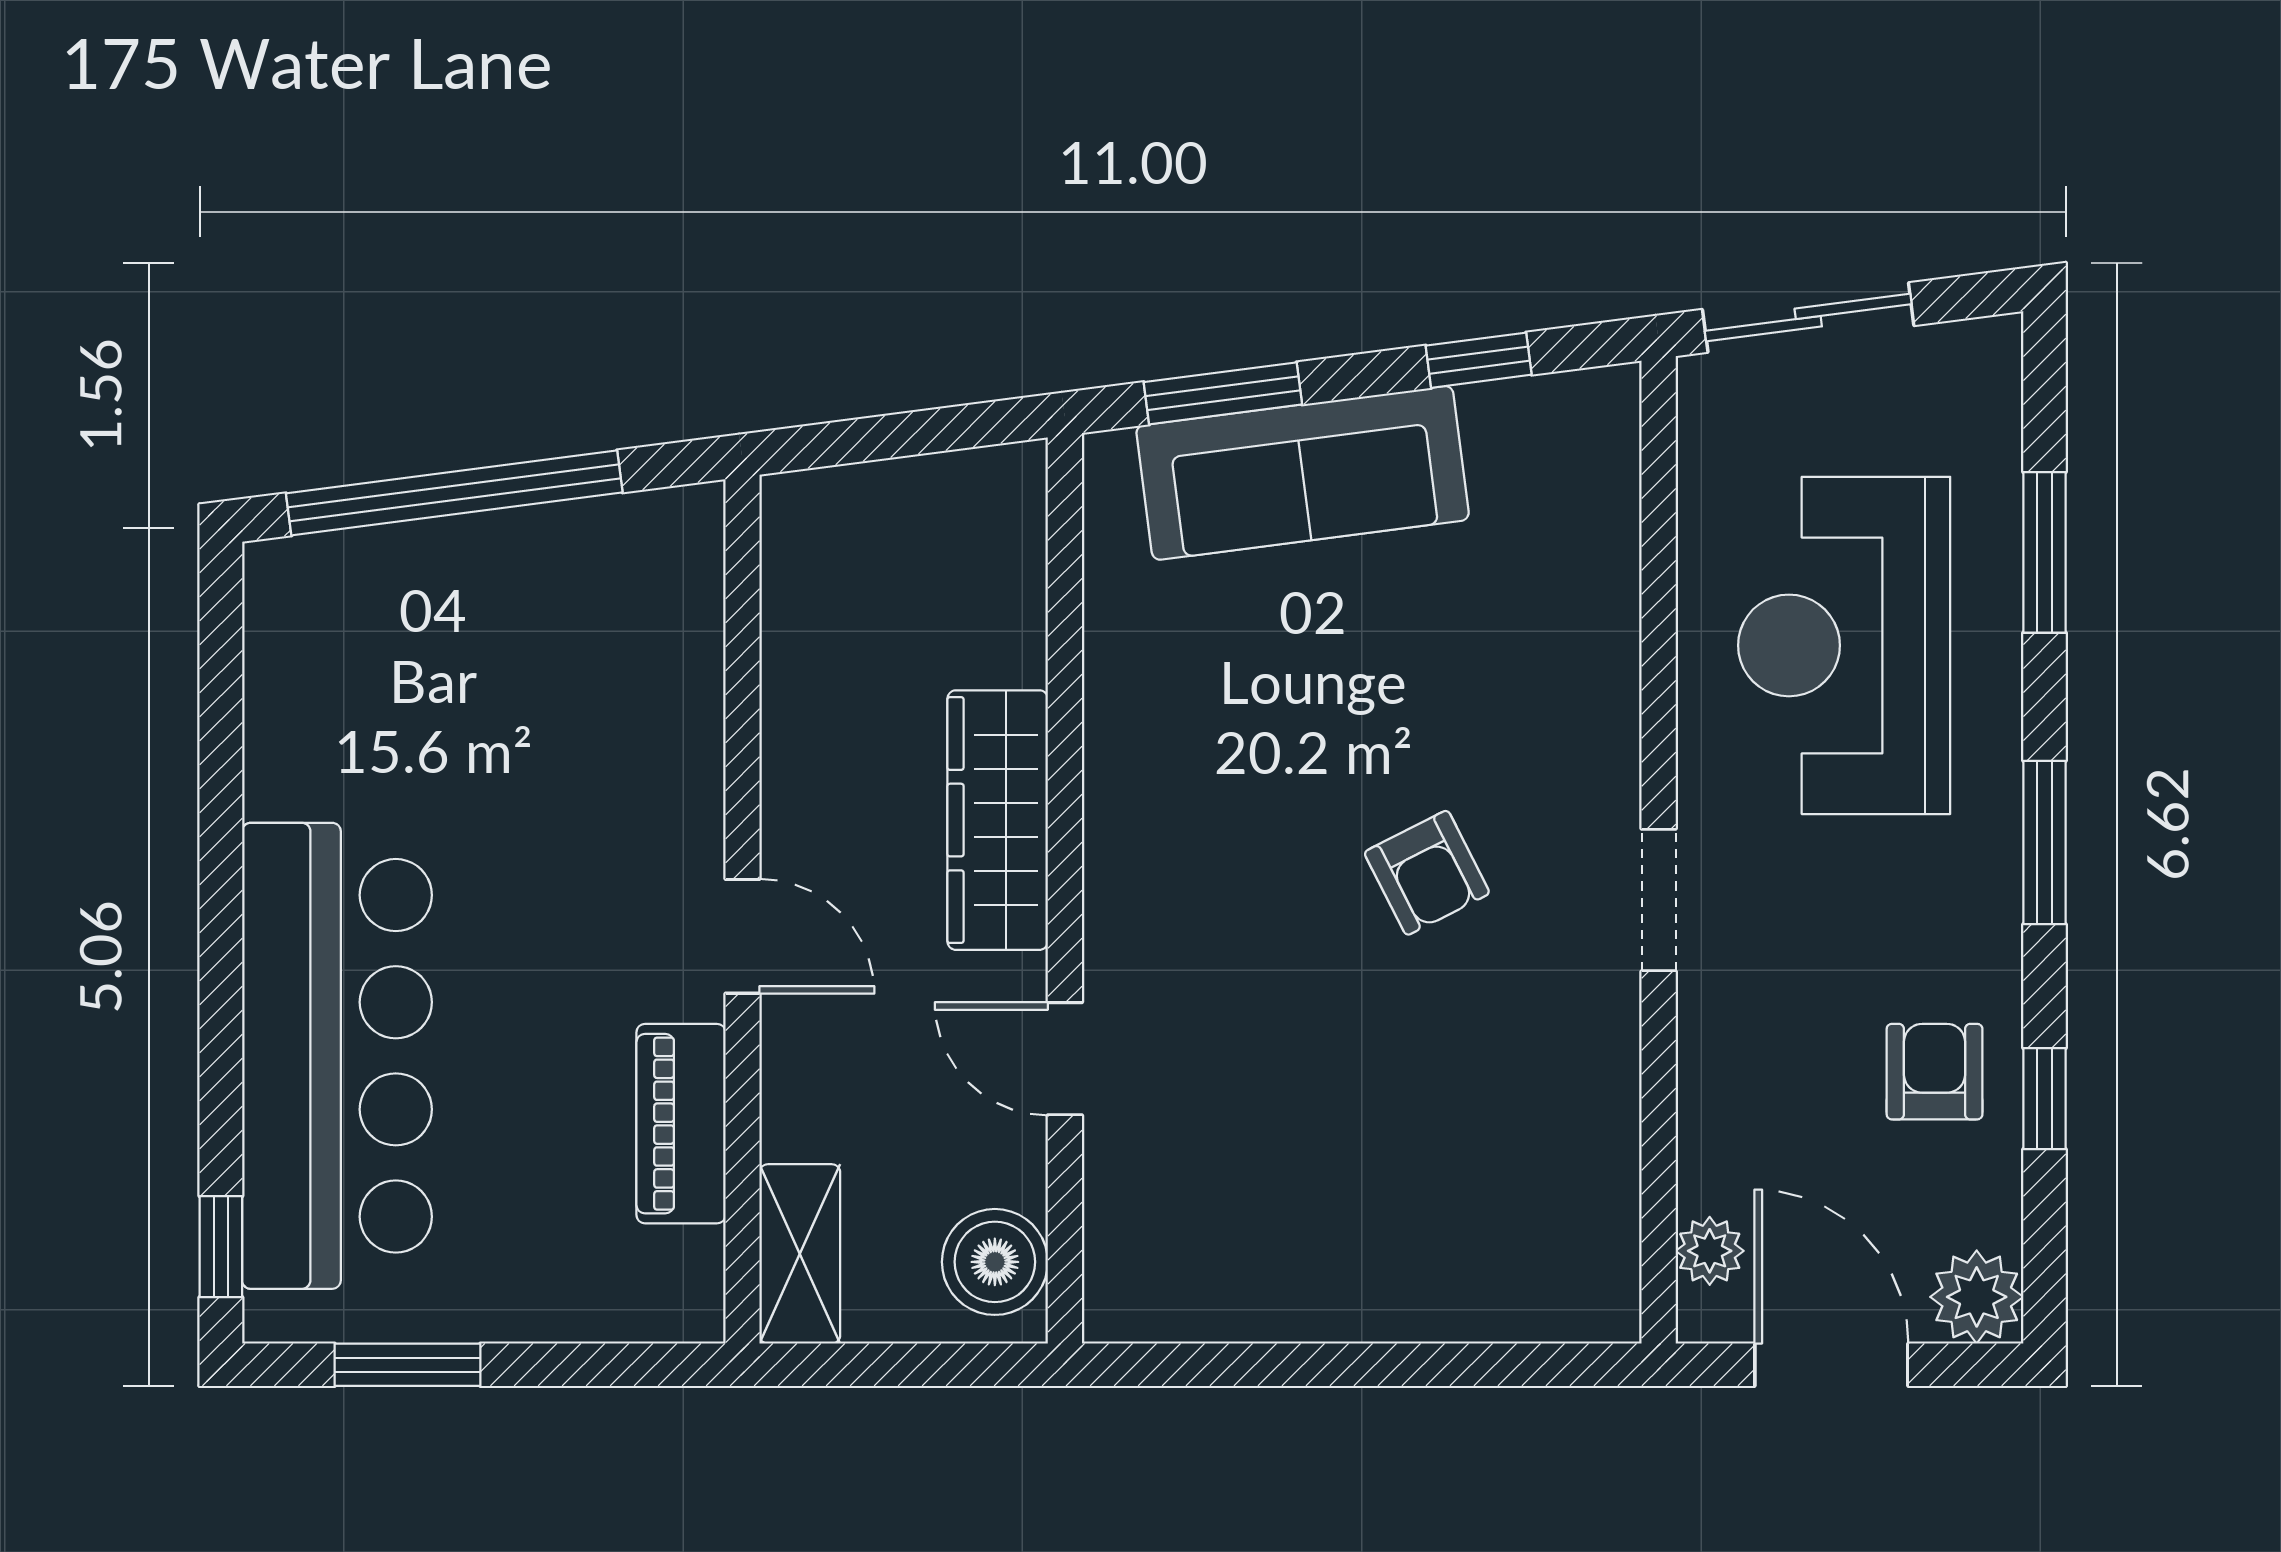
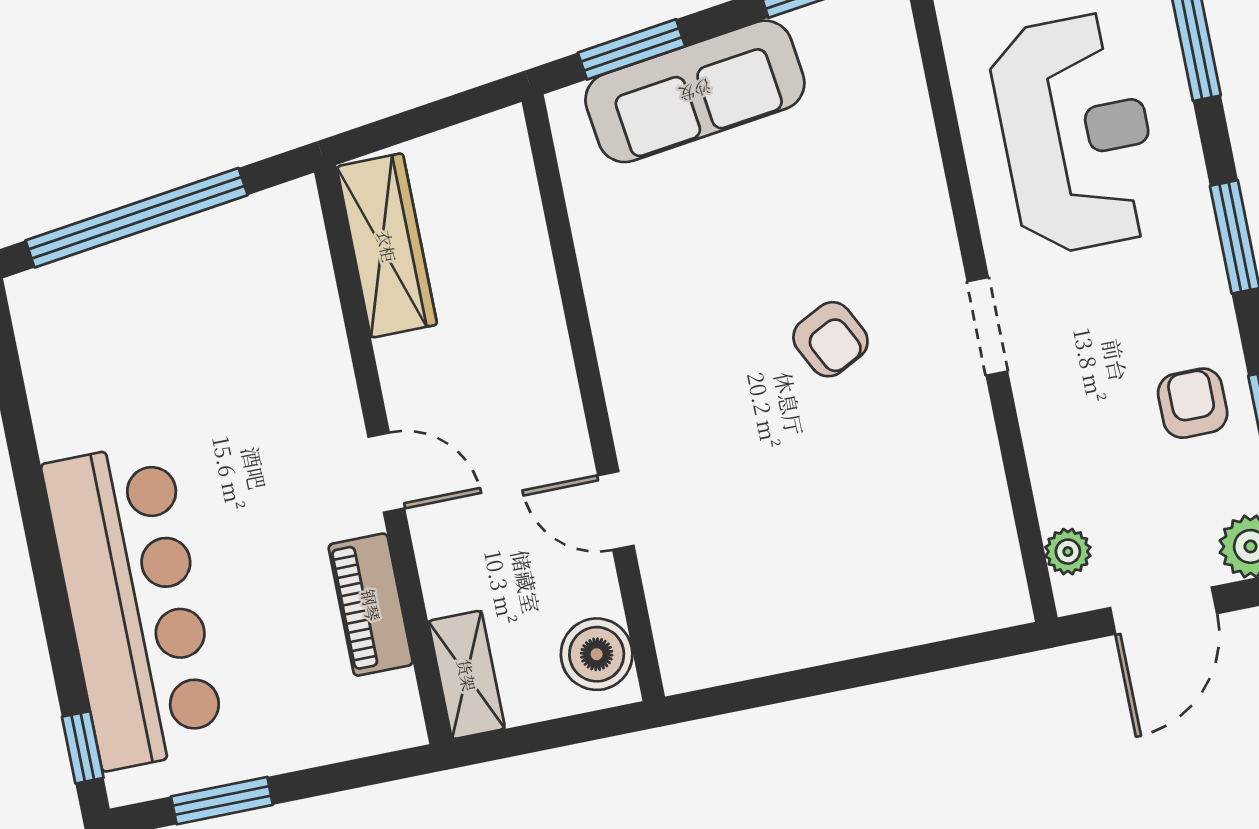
reception desk: (1844, 645) -> (1076, 133), turned 180
wardrobe: (998, 820) -> (387, 246), moved, turned 180
door: (1831, 1365) -> (1164, 611), swing flipped

